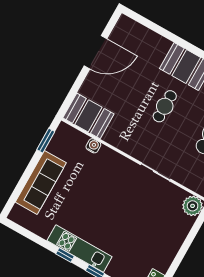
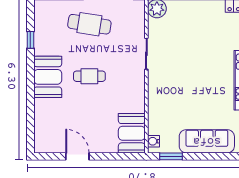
door: (96, 52) -> (77, 156), width x0.73
water cooler: (93, 146) -> (154, 141), moved

